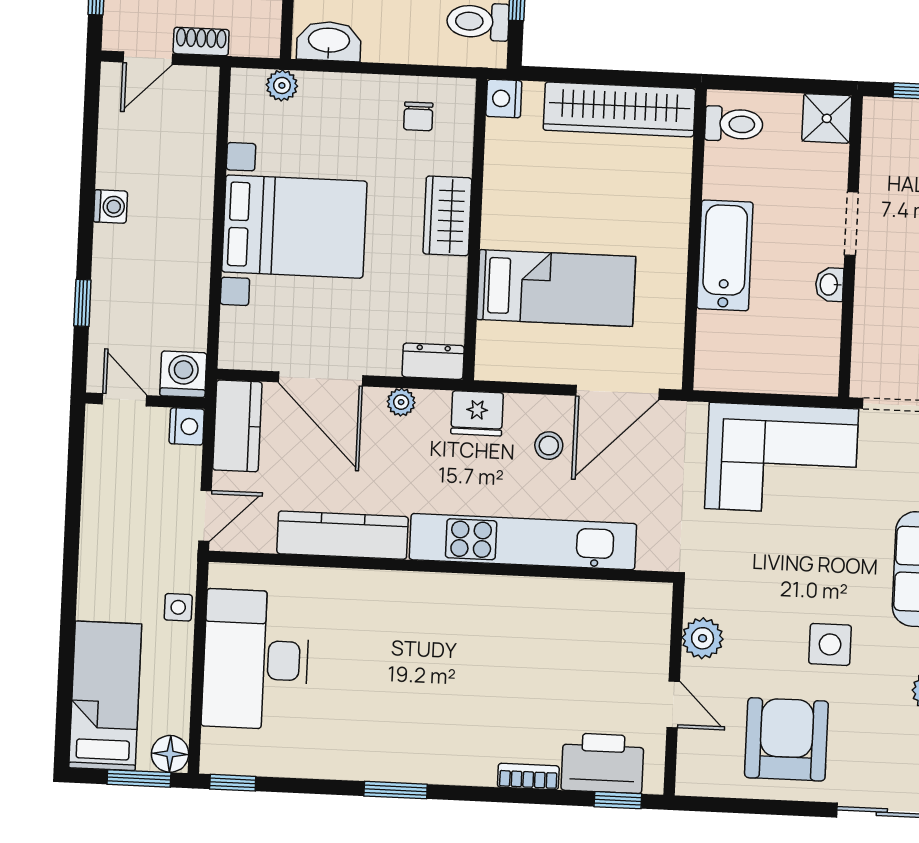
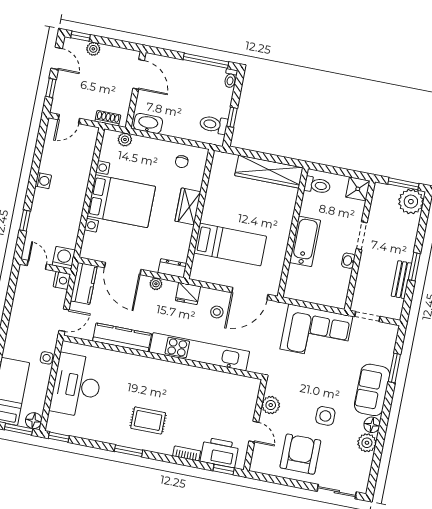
shoe rack: (201, 42) -> (108, 118), moved
nightstand: (504, 99) -> (220, 159), removed
rug: (430, 715) -> (148, 420), added

